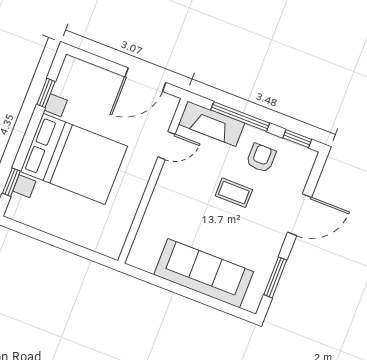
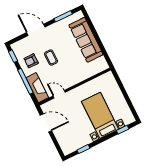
bed with nightstands: (74, 159) -> (100, 115), width x0.73

